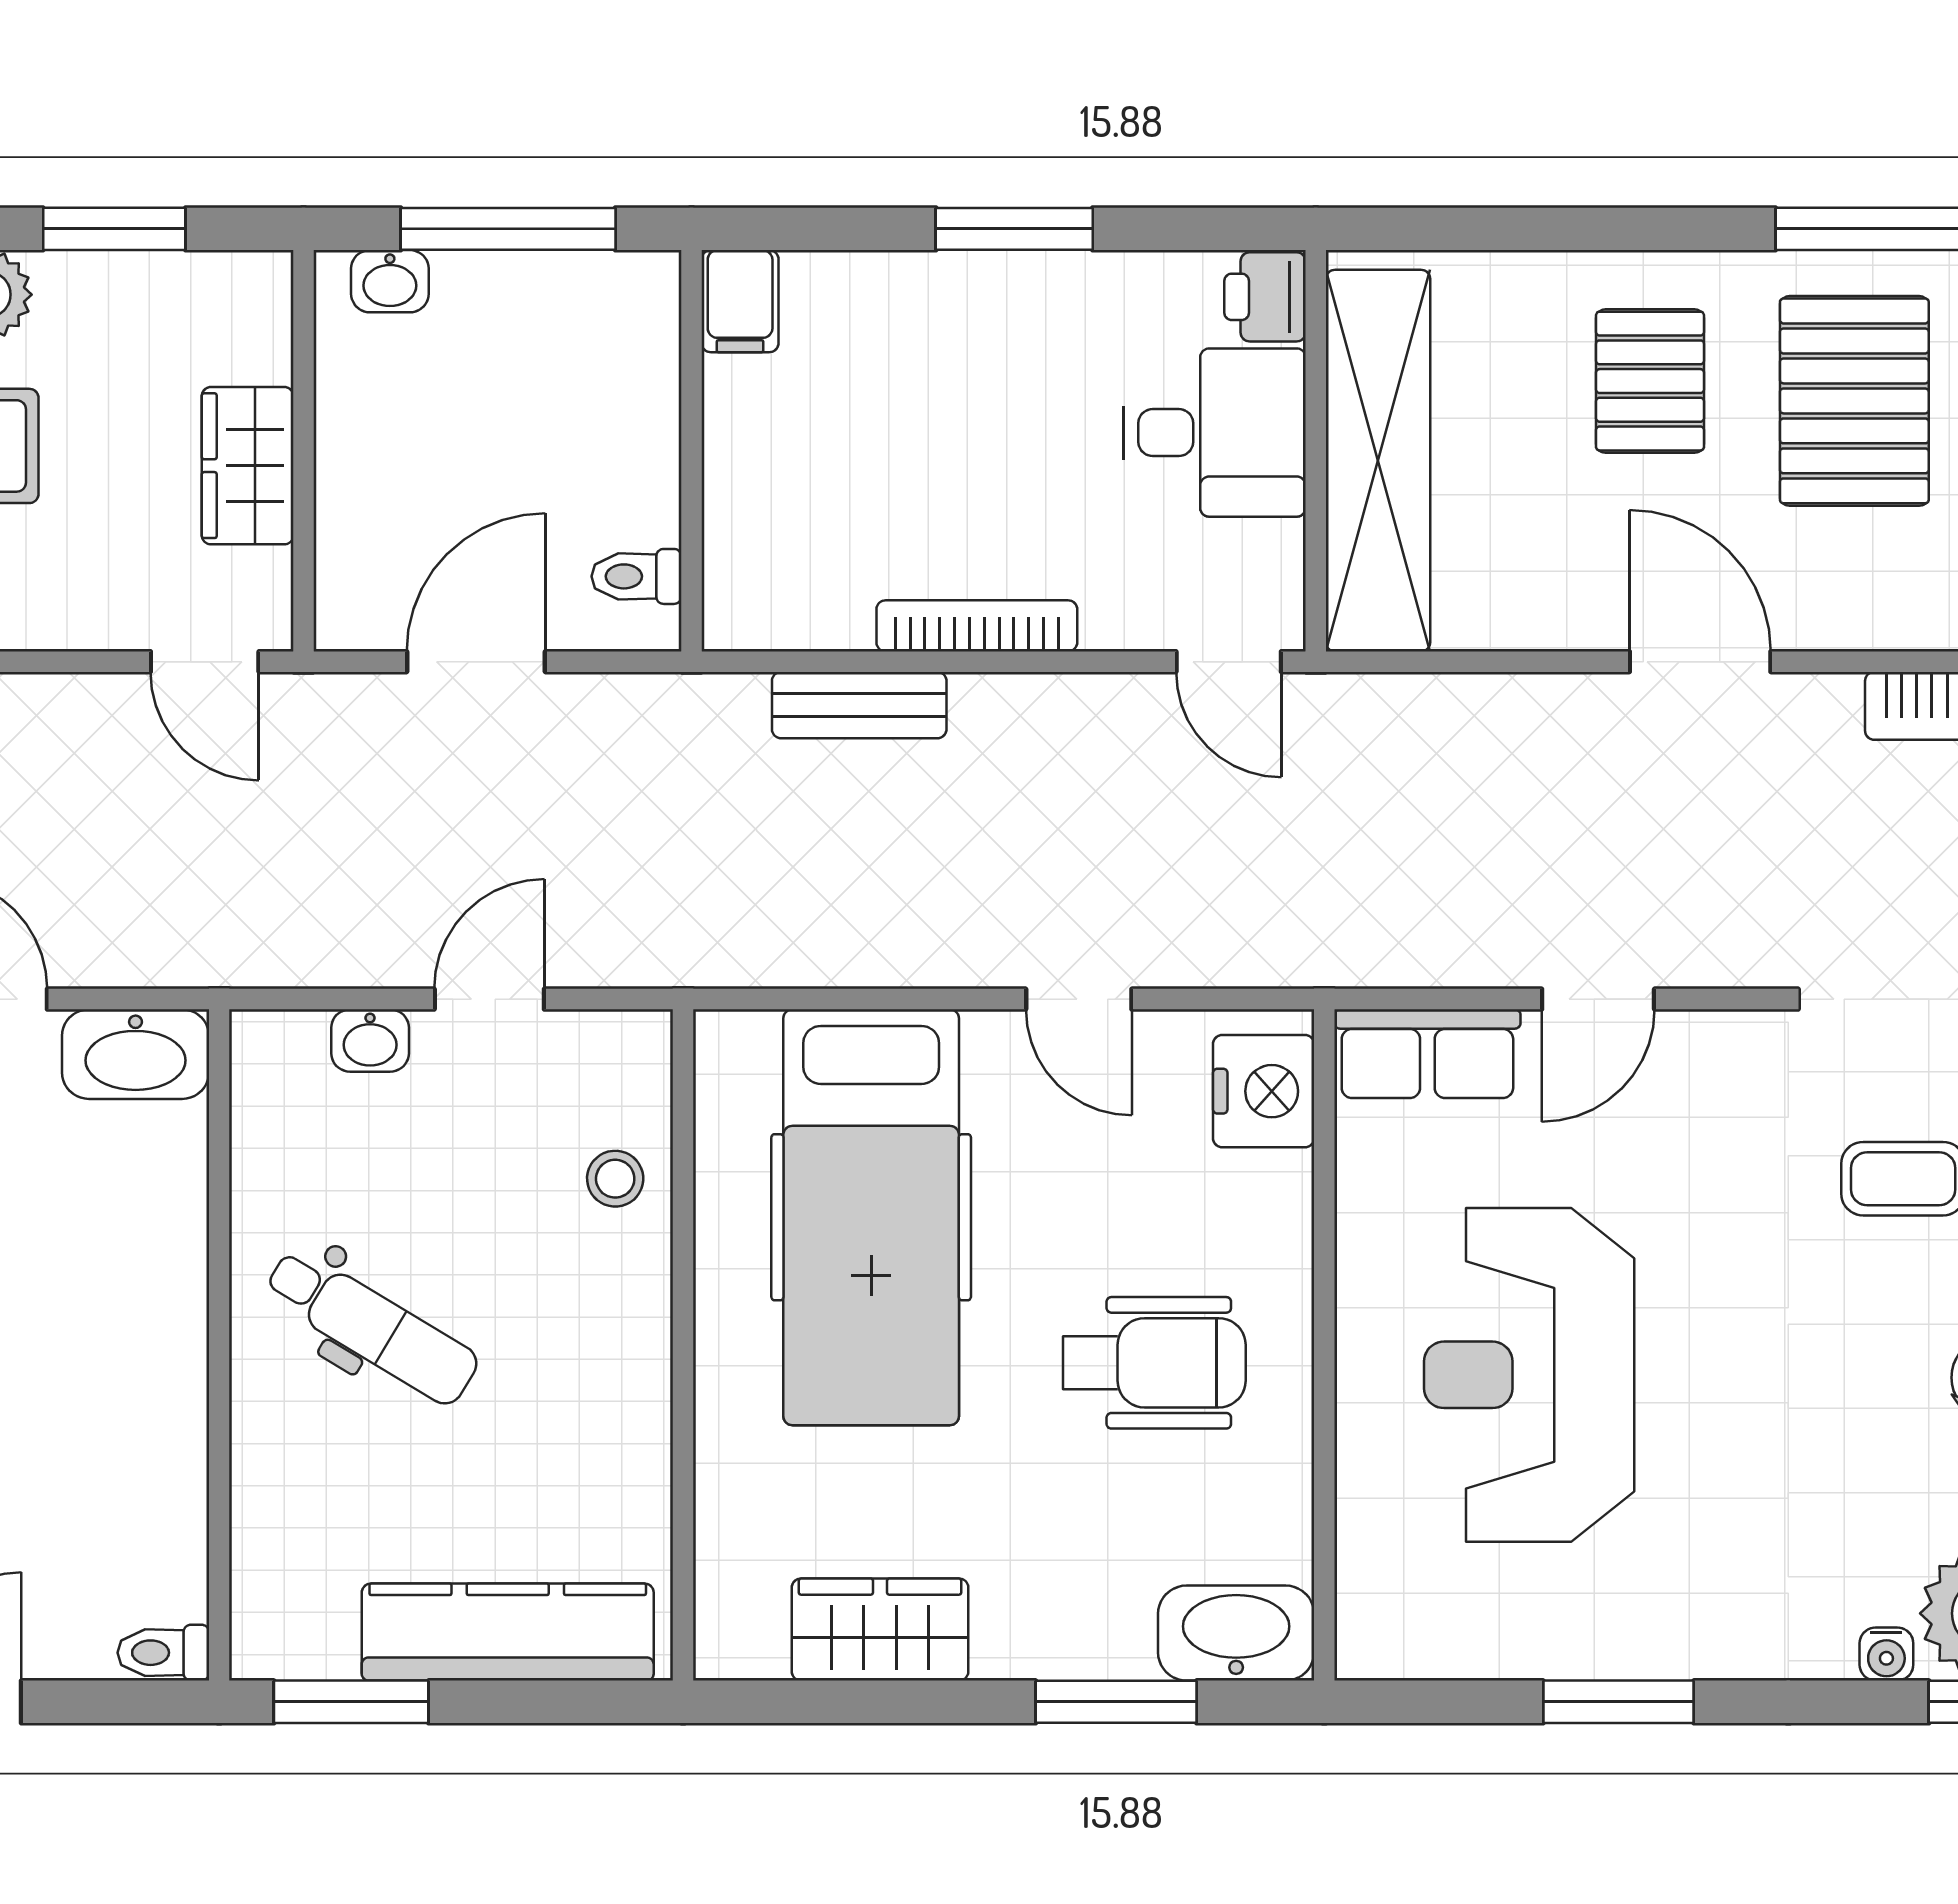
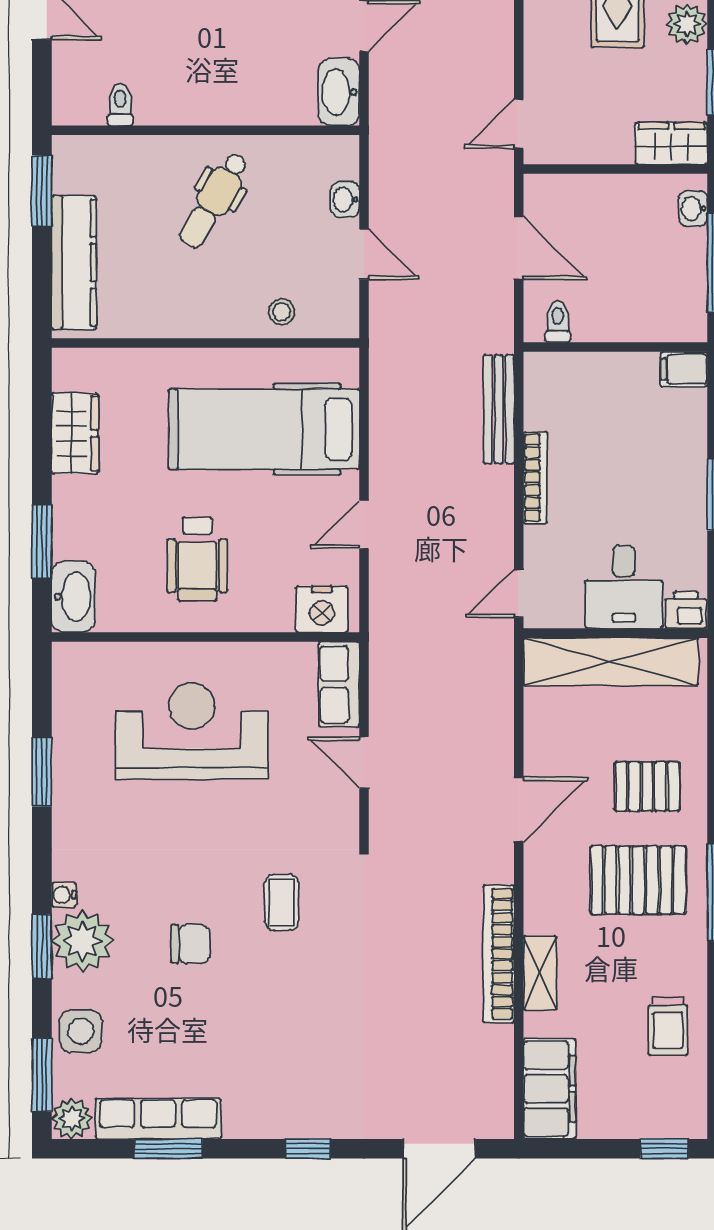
wardrobe: (248, 466) -> (671, 143), moved
bench: (859, 705) -> (499, 409), width x1.36
toilet: (163, 1653) -> (120, 105), moved

